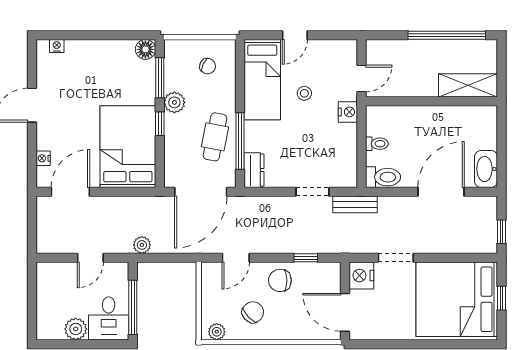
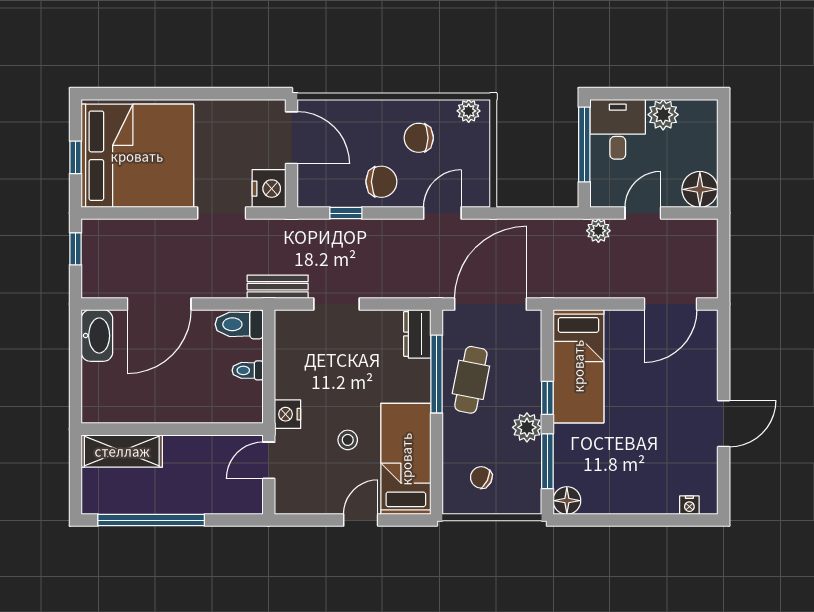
bed: (128, 147) -> (578, 366), width x0.67
nightstand: (43, 158) -> (708, 350), removed
plant: (142, 245) -> (598, 231), moved
floor lamp: (49, 275) -> (700, 189), added
chair: (253, 312) -> (419, 138), turned 44

